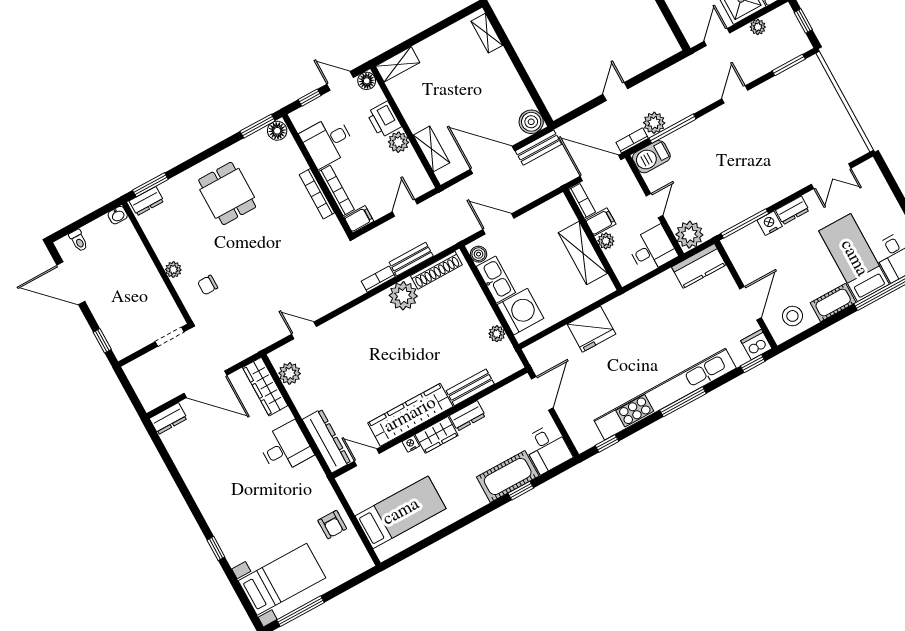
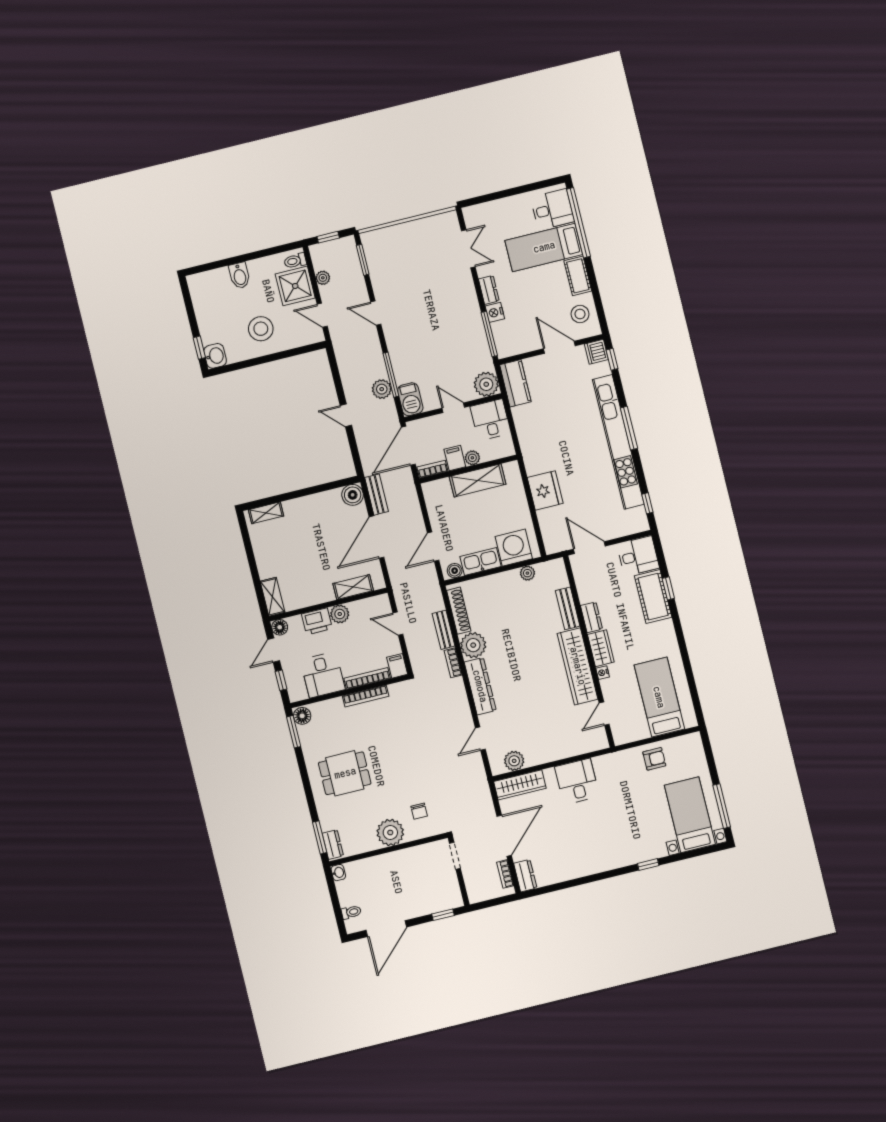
bookcase: (632, 140) -> (505, 874), moved
plant: (173, 270) -> (390, 833), width x1.87, depth x1.87
dresser: (326, 441) -> (480, 686), moved, turned 90

